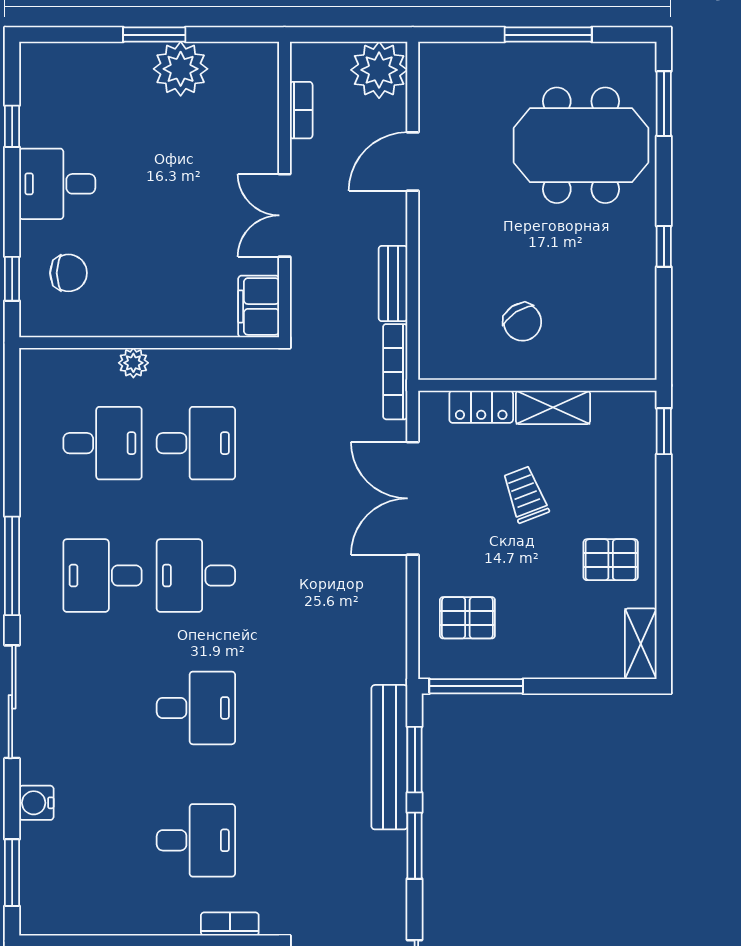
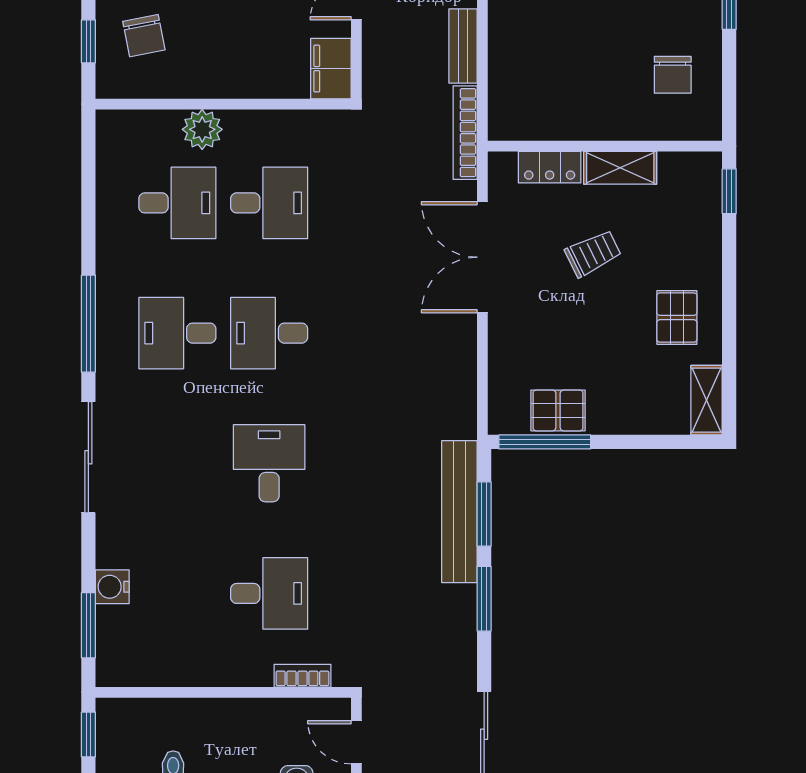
chair: (68, 273) -> (144, 36), turned 79
chair: (522, 322) -> (673, 75), moved, turned 33
plant: (133, 363) -> (202, 129), width x1.38, depth x1.38
trolley: (525, 494) -> (593, 253), turned 85
pallet: (611, 560) -> (677, 318), turned 90
pallet: (467, 618) -> (558, 410), moved
desk: (196, 708) -> (269, 463), turned -90
water cooler: (36, 803) -> (112, 587), moved

